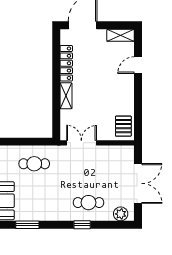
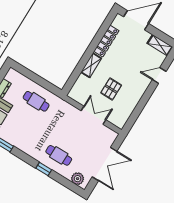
pallet: (123, 126) -> (111, 89), moved
double door: (81, 143) -> (93, 115), moved

